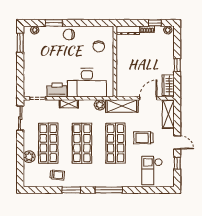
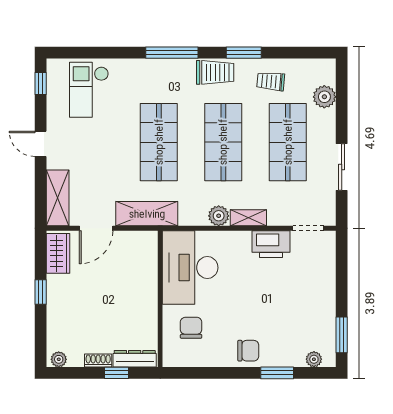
window: (155, 23) -> (117, 373), moved
desk: (87, 83) -> (190, 268), moved, turned -90
plant: (100, 105) -> (219, 216), moved
sliding door: (20, 118) -> (342, 167), moved
trolley: (143, 138) -> (215, 72), moved
plant: (29, 157) -> (324, 97), moved
window: (177, 163) -> (41, 83), moved
checkout: (152, 171) -> (89, 90), turned 180

